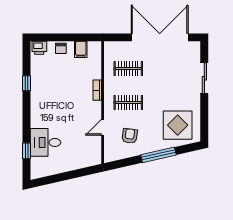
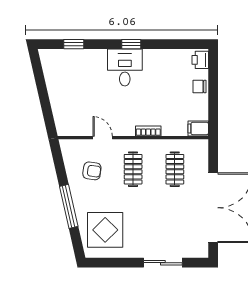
filing cabinet: (81, 49) -> (198, 128), moved
window: (27, 83) -> (131, 44), moved
desk: (46, 142) -> (125, 67), moved

